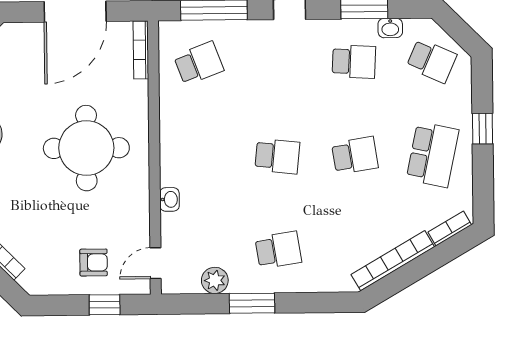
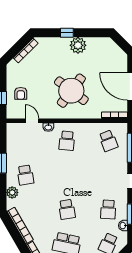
round table: (86, 148) -> (71, 91), turned 37
school desk: (277, 156) -> (67, 141), moved
door: (156, 263) -> (32, 121), moved
plant: (215, 280) -> (12, 192), moved

